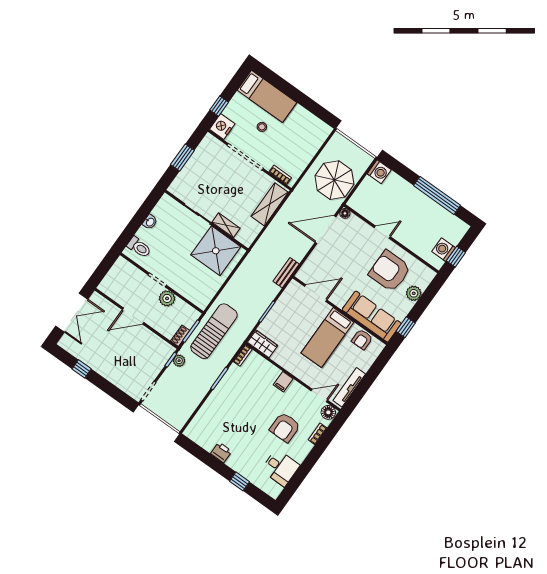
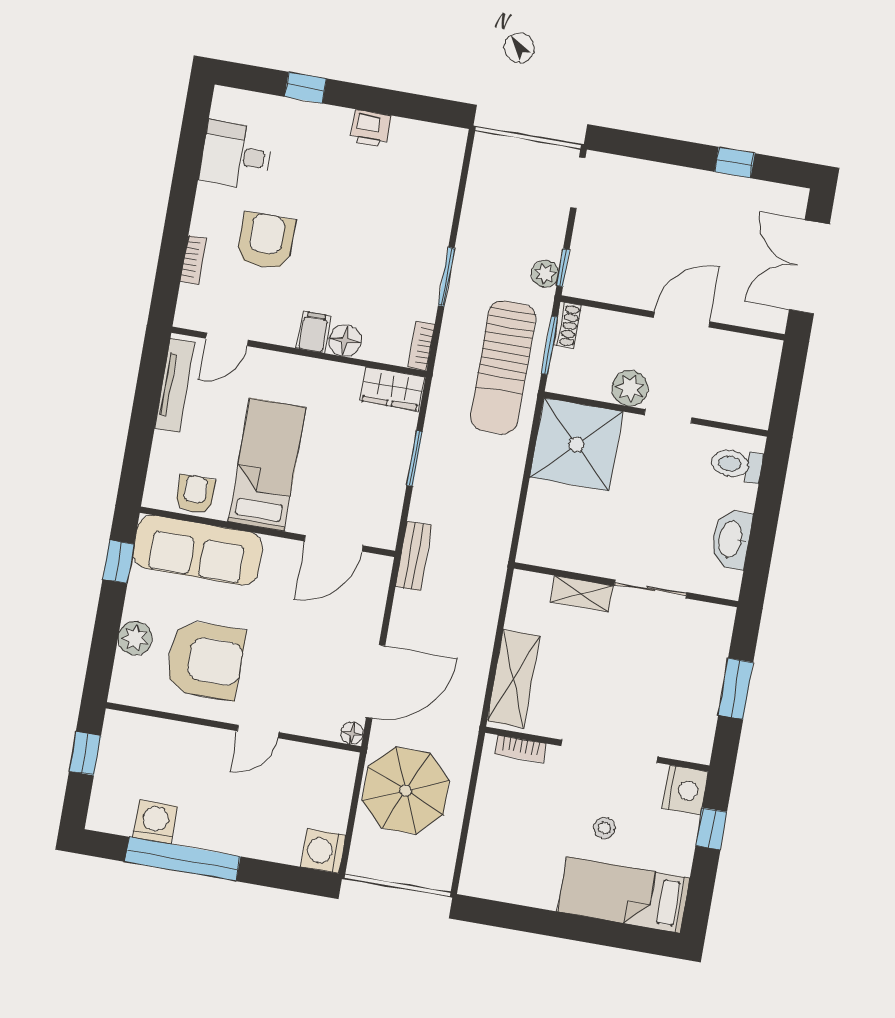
washbasin: (150, 222) -> (731, 539), width x1.91, depth x1.45
washing machine: (444, 250) -> (155, 822), moved, turned -90
shower: (216, 251) -> (576, 444), moved
floor lamp: (328, 412) -> (345, 341), moved

